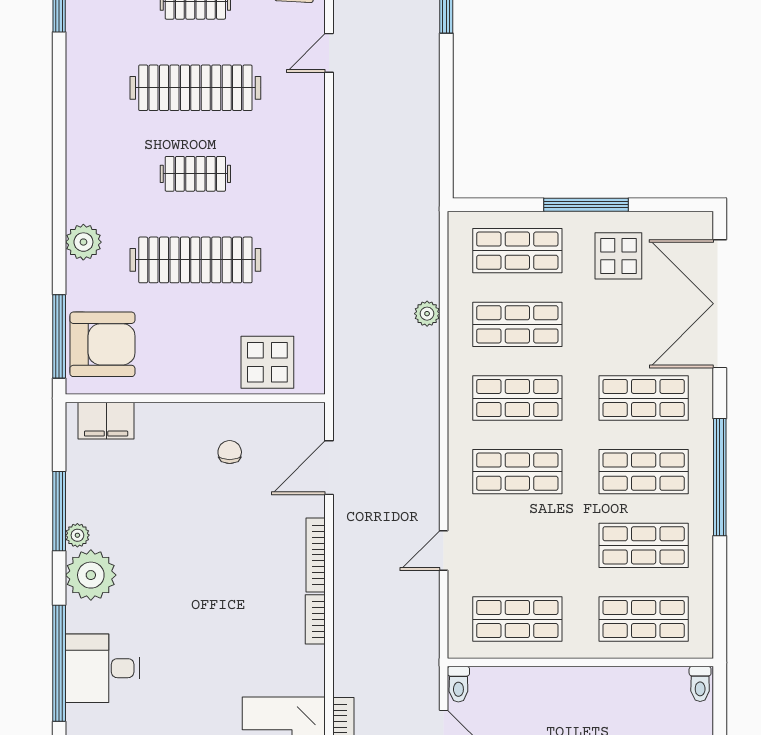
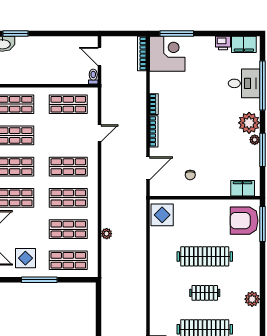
plant: (83, 242) -> (252, 299), moved
display table: (267, 362) -> (162, 215), moved

